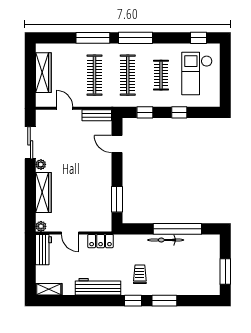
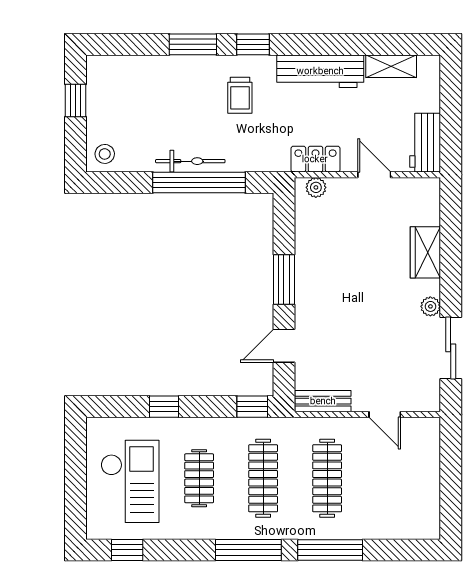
wardrobe: (43, 73) -> (425, 483), removed
window: (145, 112) -> (252, 407), moved
door: (117, 144) -> (284, 346), swing flipped
wardrobe: (43, 193) -> (425, 252), width x0.67
window: (117, 199) -> (284, 279), moved
plant: (41, 226) -> (316, 187), moved
window: (177, 229) -> (199, 183), moved
stool: (210, 244) -> (105, 154), added
window: (225, 271) -> (75, 101), width x0.67
shelving: (49, 289) -> (391, 66), moved

